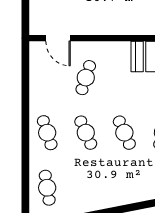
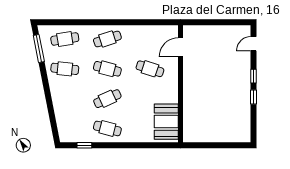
cafe table: (86, 133) -> (107, 69), turned 39
cafe table: (86, 188) -> (65, 69), added

